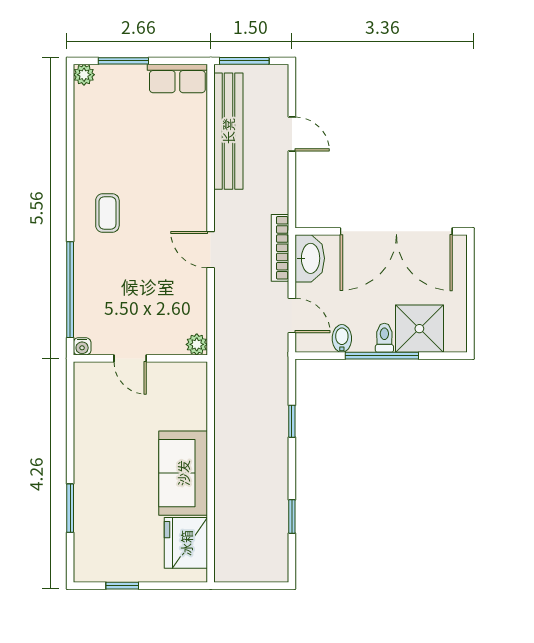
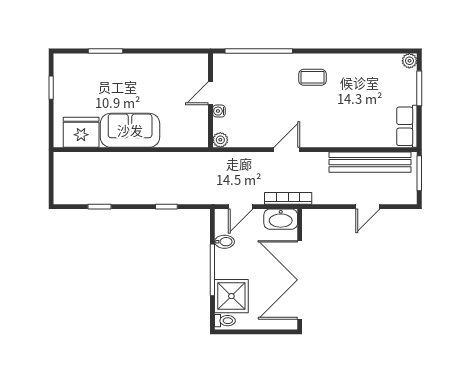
toilet: (384, 338) -> (225, 321), moved
water cooler: (82, 346) -> (219, 111), moved

